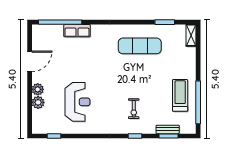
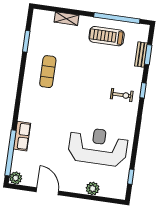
shelving: (191, 35) -> (66, 19), moved
exercise mat: (140, 46) -> (48, 72), width x0.73, depth x0.69
plant: (38, 89) -> (16, 178), moved
reception desk: (77, 102) -> (98, 146), width x1.36, depth x1.30
exercise bike: (134, 109) -> (122, 95), moved

